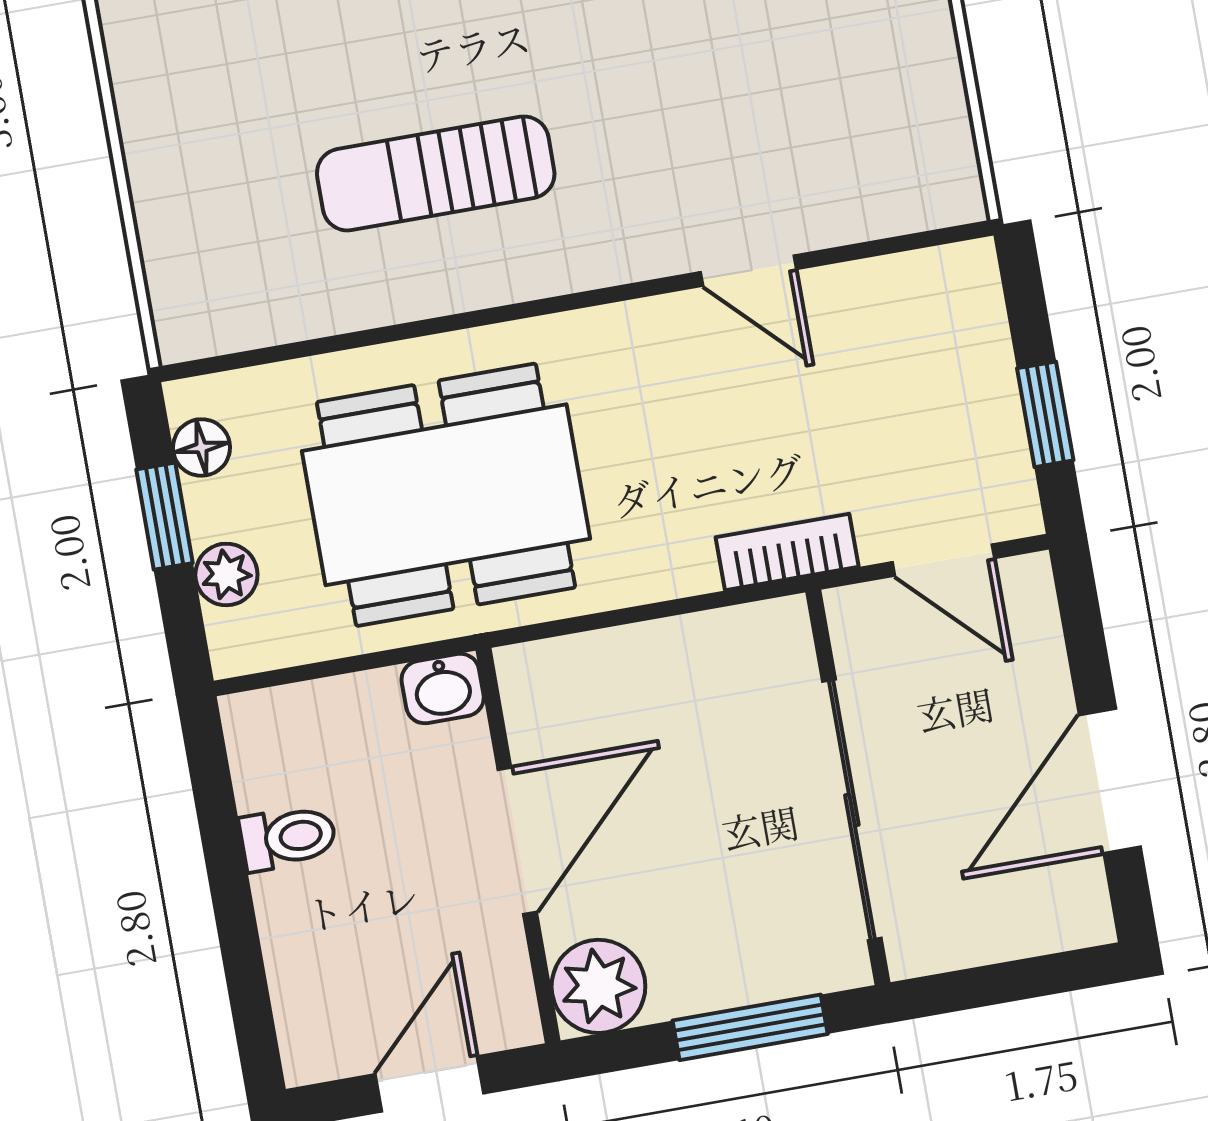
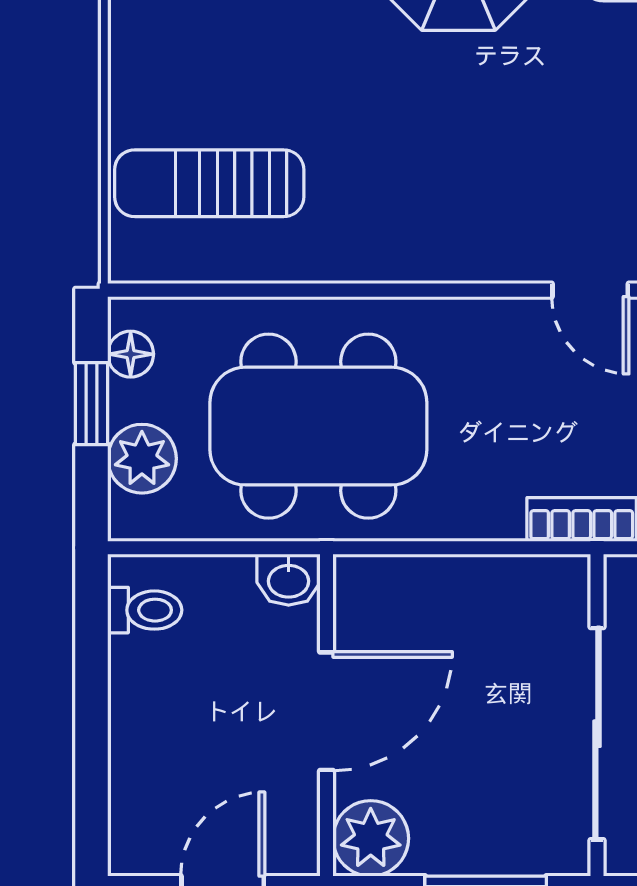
sun lounger: (436, 173) -> (209, 183), moved
plant: (226, 574) -> (142, 459), width x1.38, depth x1.38
toilet: (288, 838) -> (145, 610), moved

